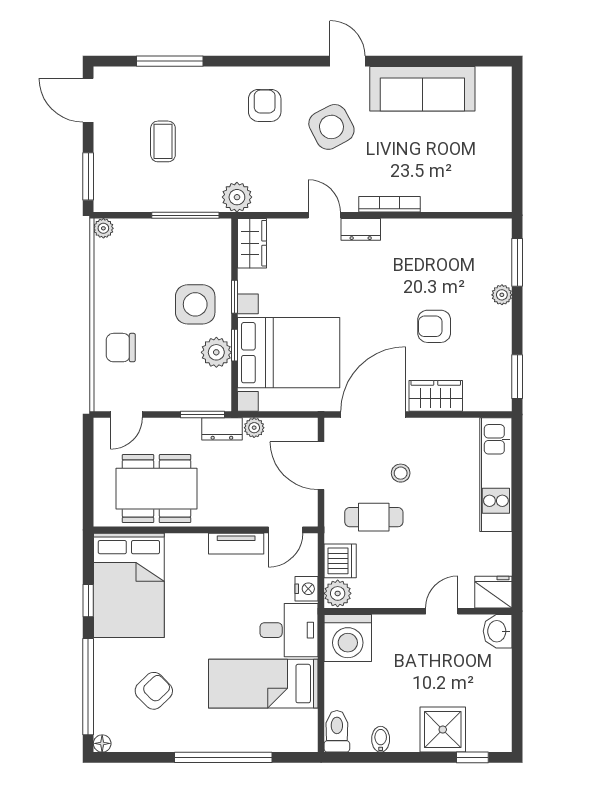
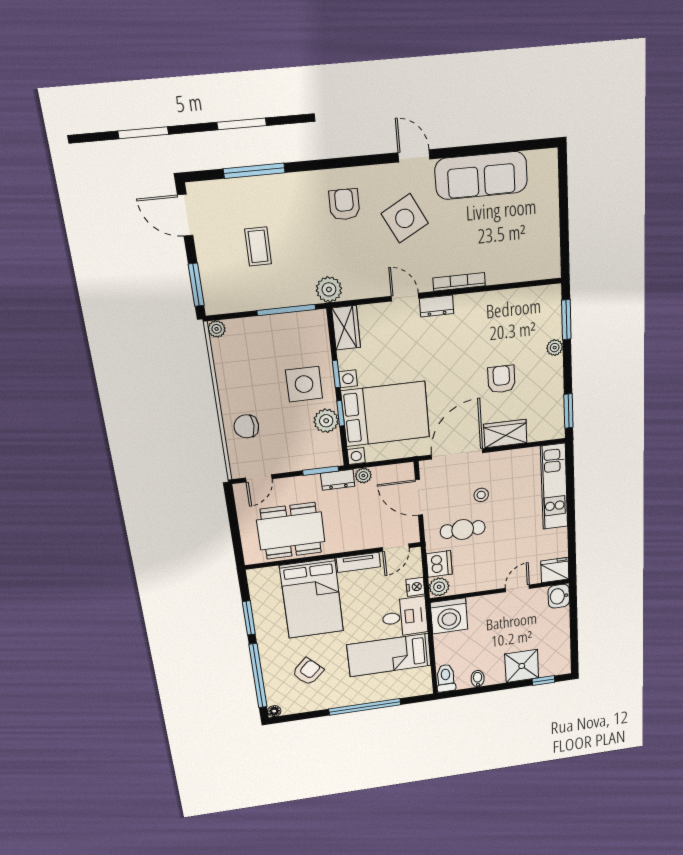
armchair: (434, 326) -> (501, 379), turned 90
bed: (129, 585) -> (312, 598), moved
window: (88, 601) -> (249, 618), width x1.50

